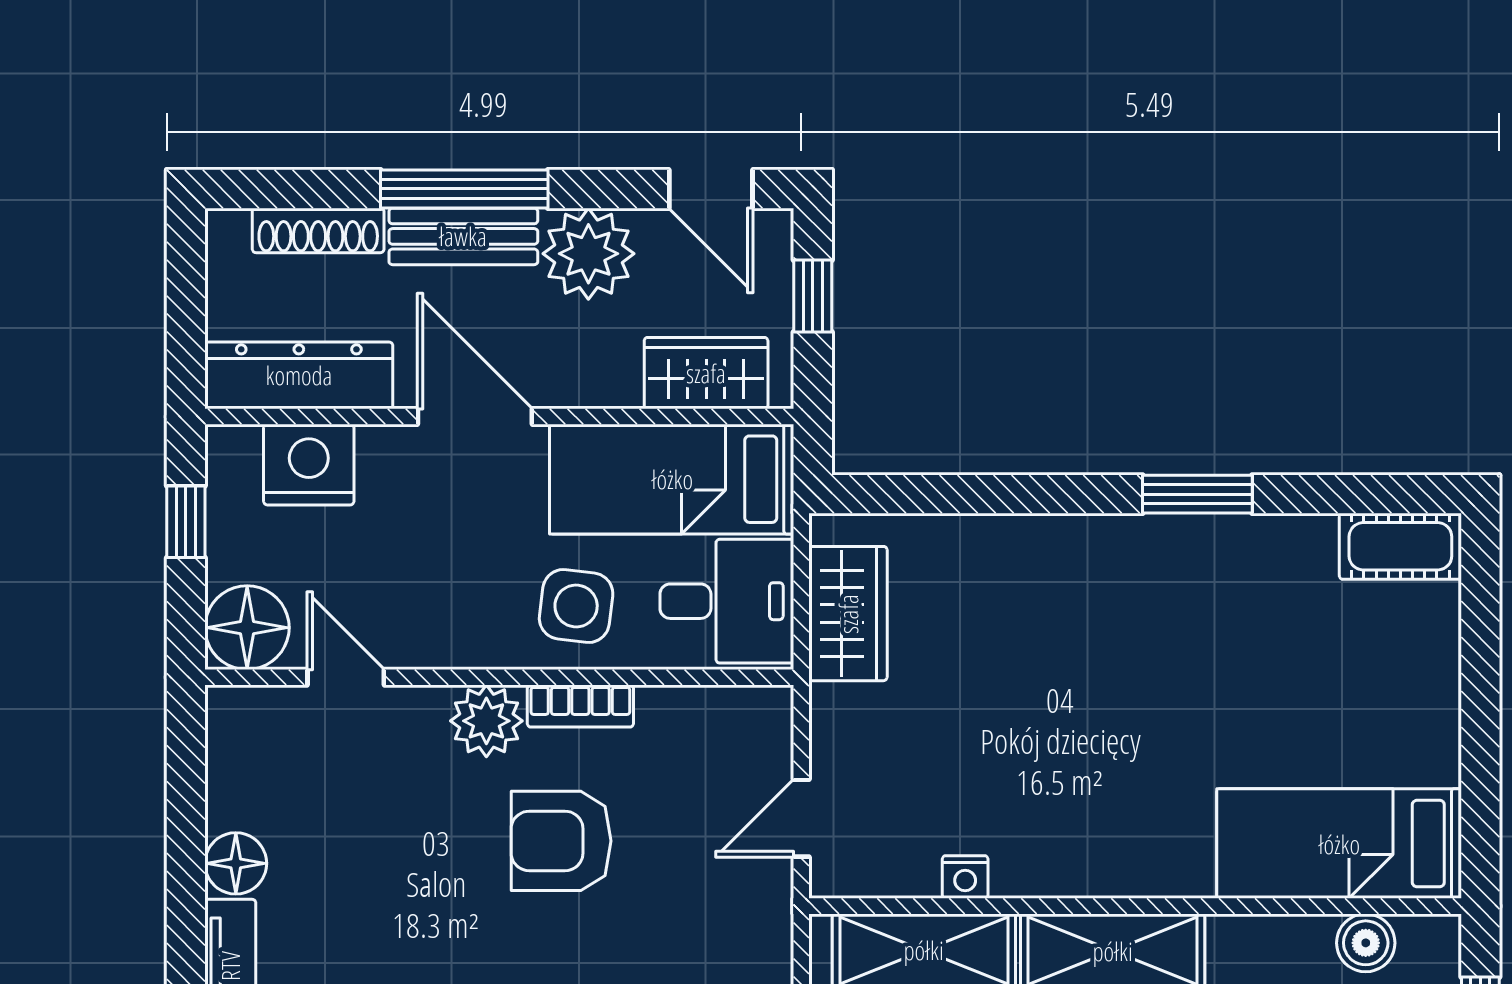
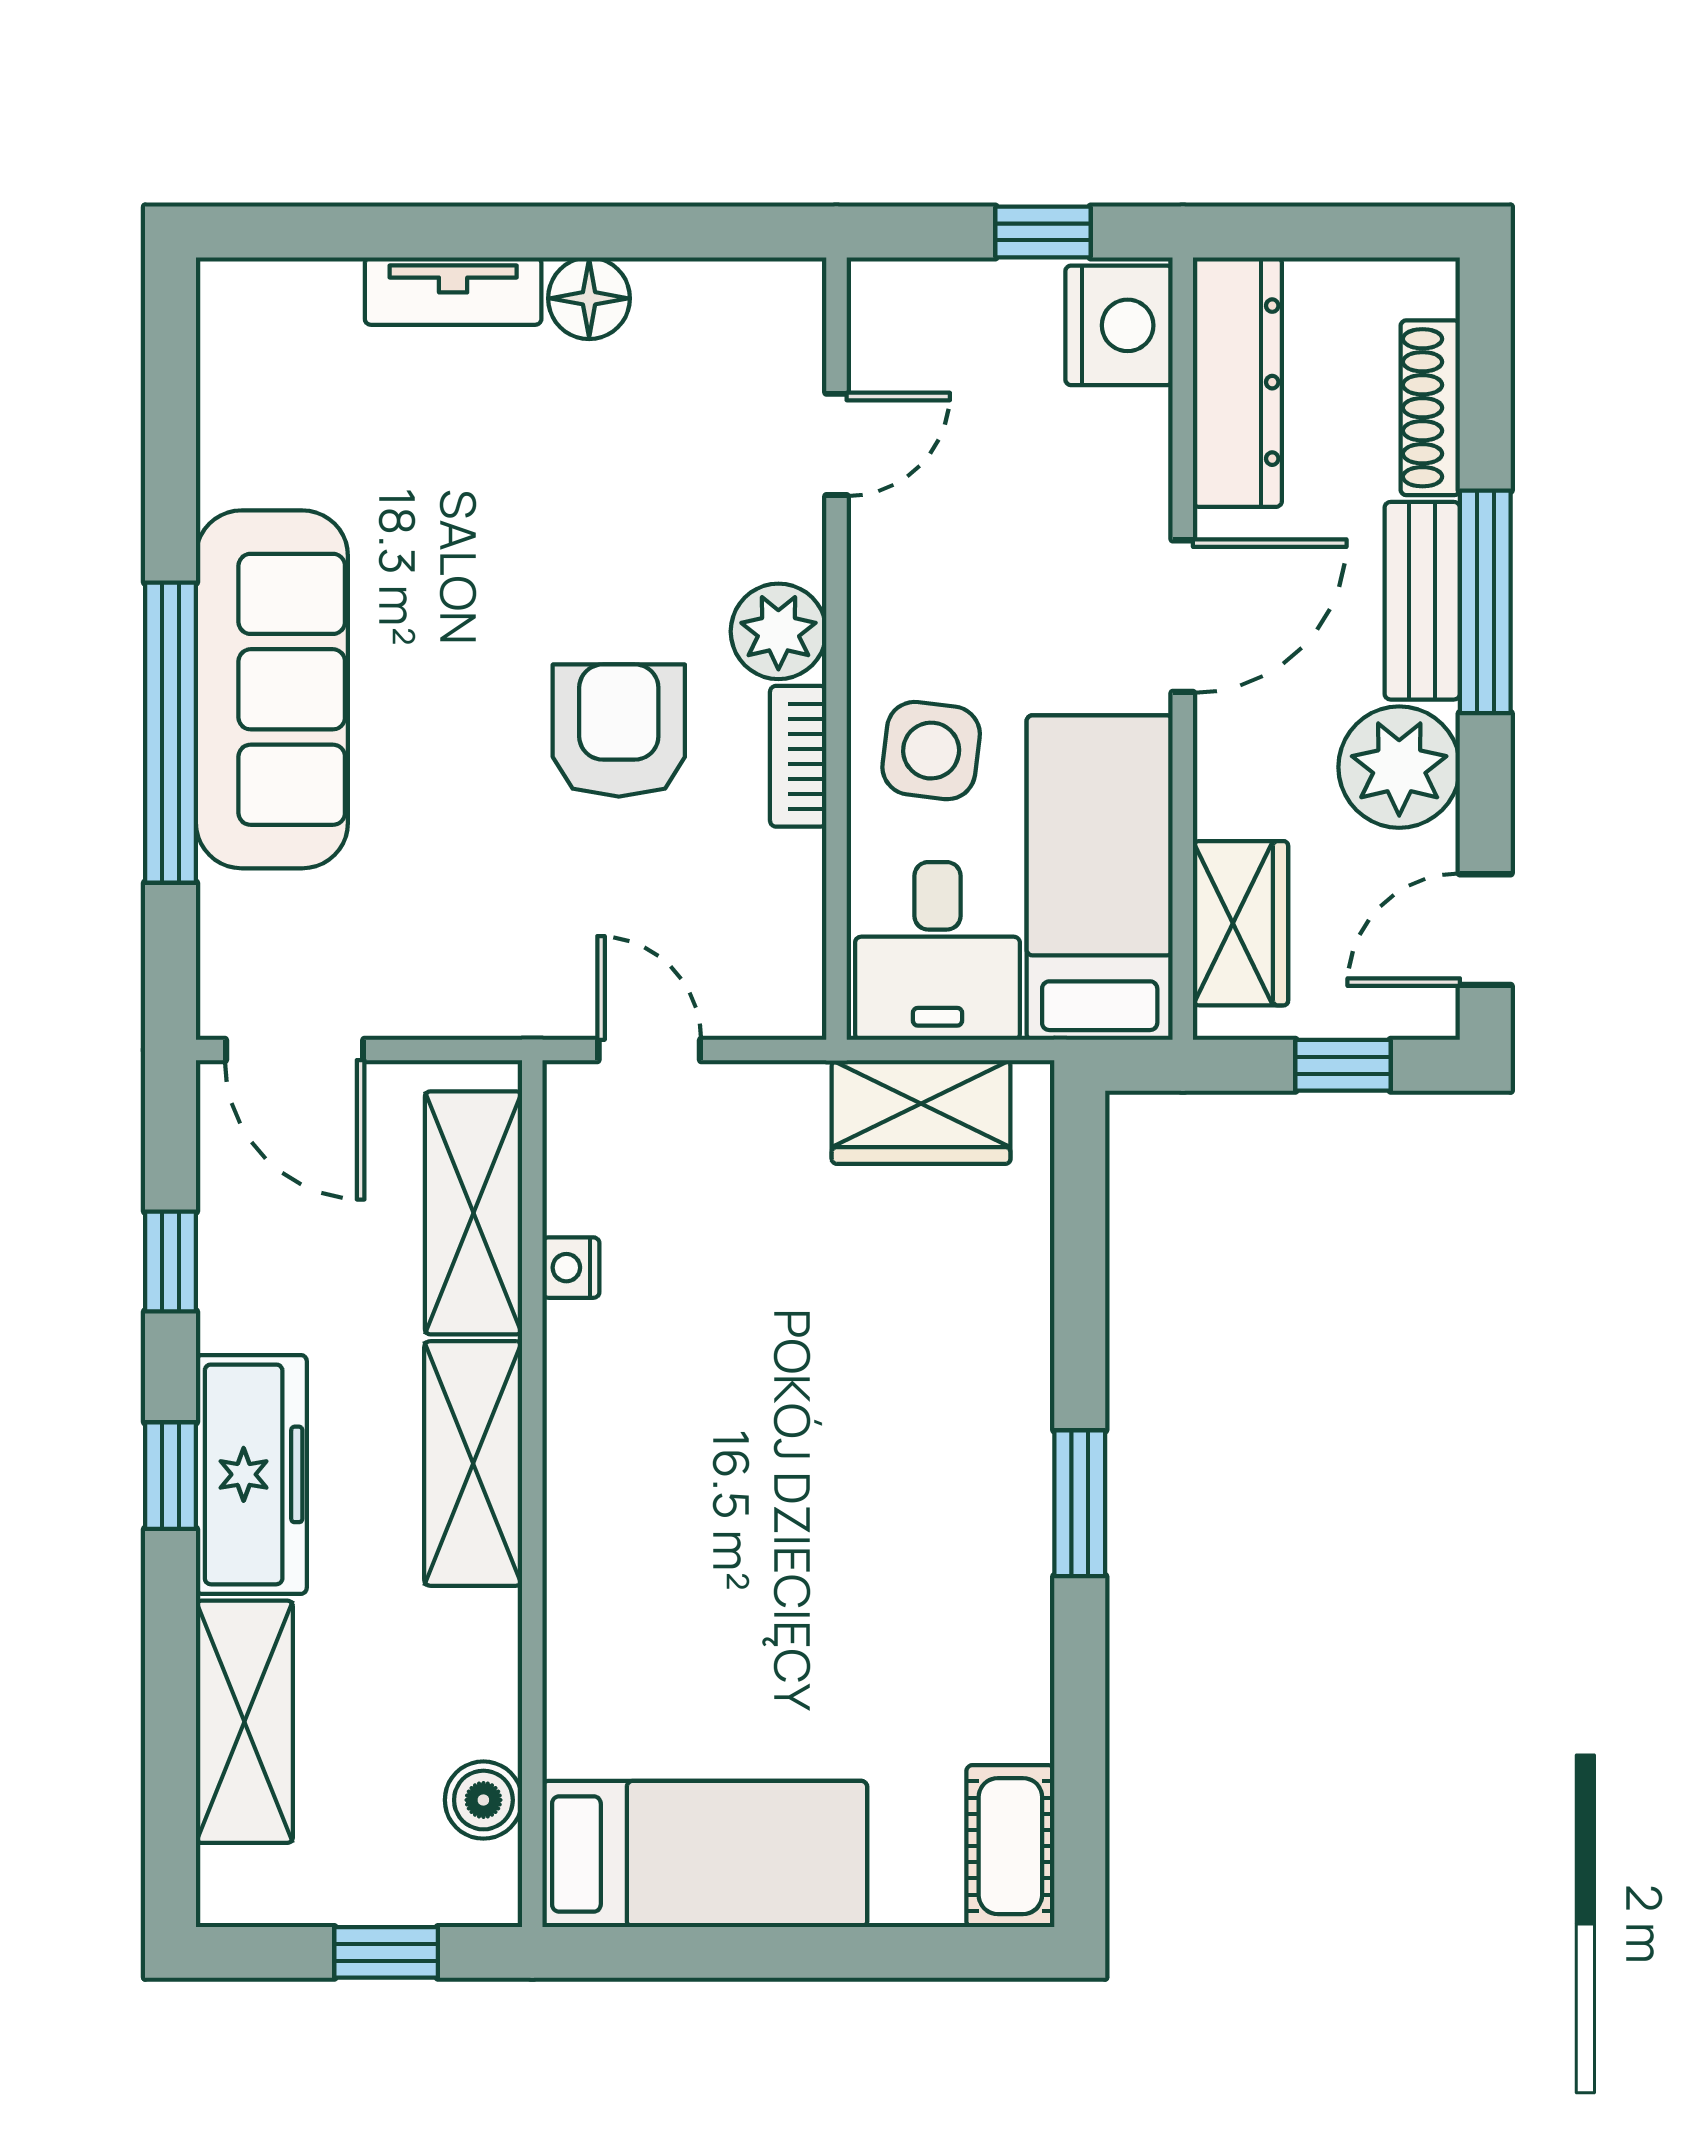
nightstand: (309, 465) -> (1119, 325), moved
window: (1197, 494) -> (1080, 1503), moved
floor lamp: (247, 628) -> (902, 313), removed
bed: (1339, 844) -> (705, 1854), moved, turned 90

